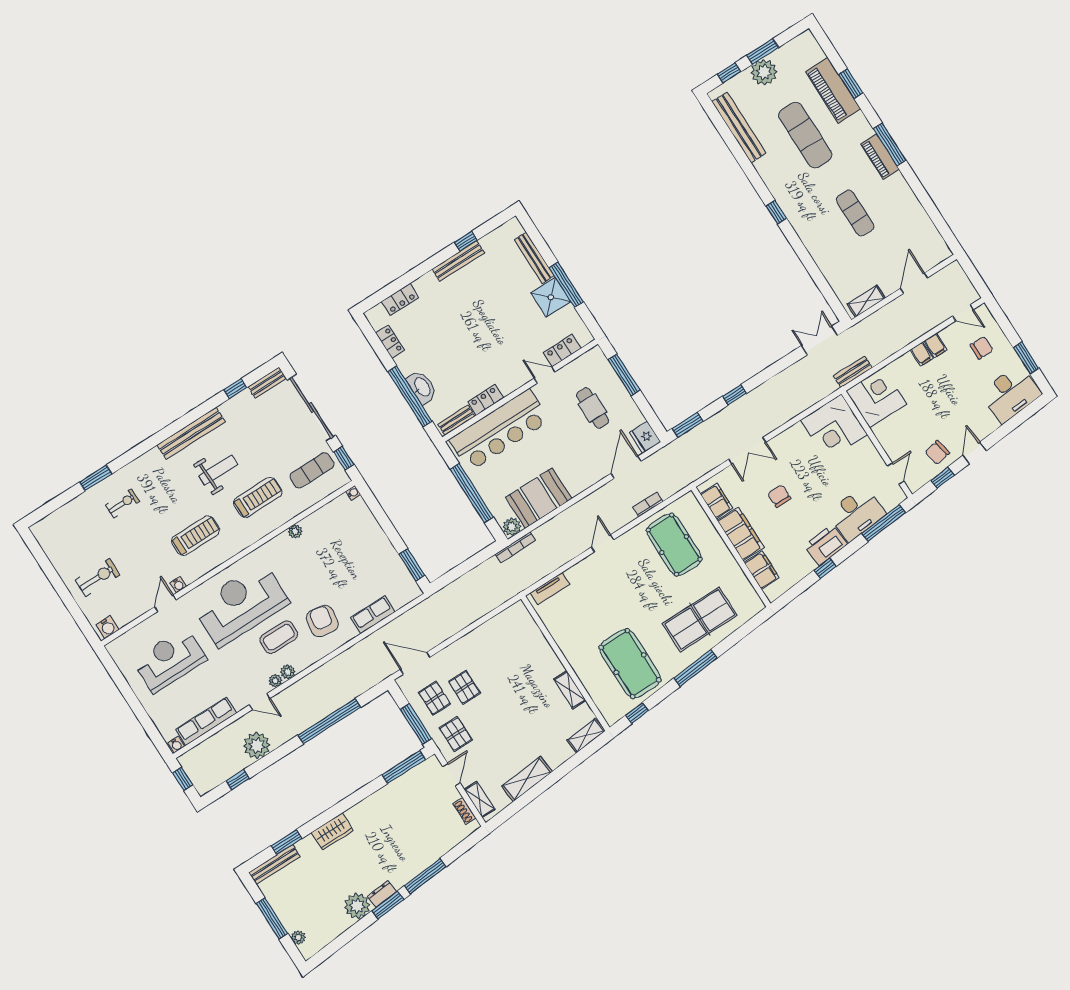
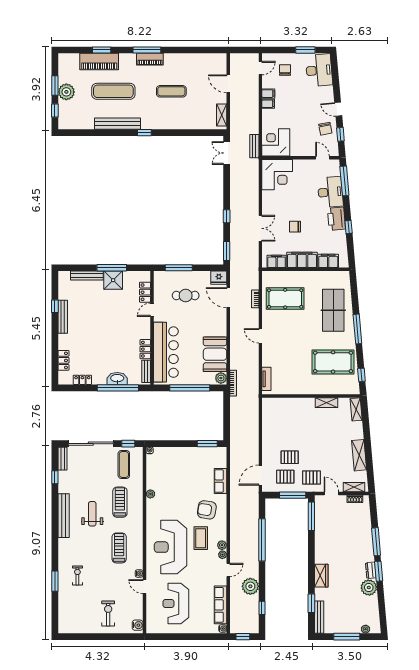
bench: (739, 128) -> (117, 124), moved

